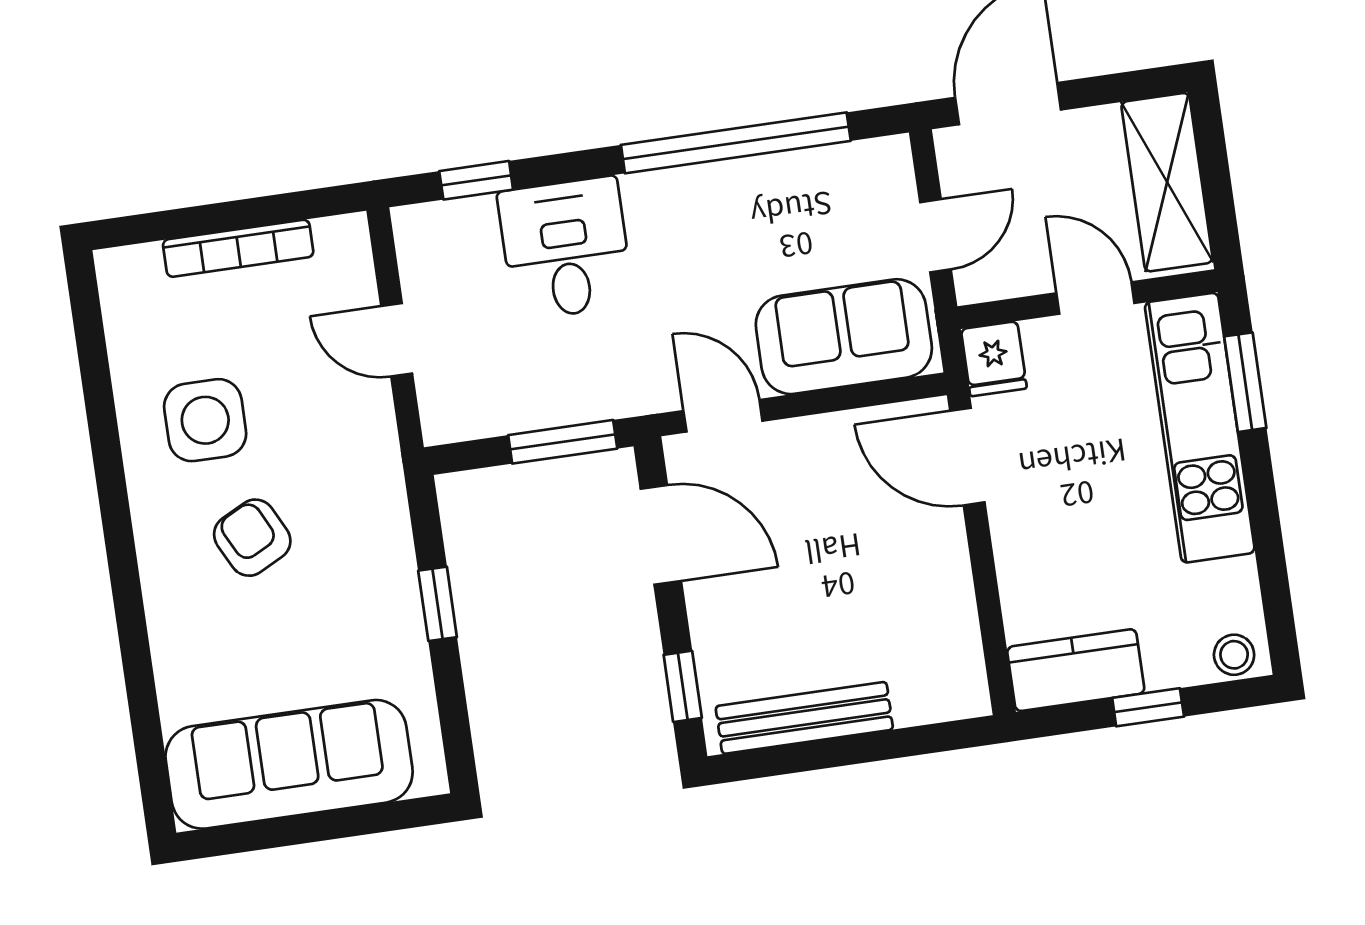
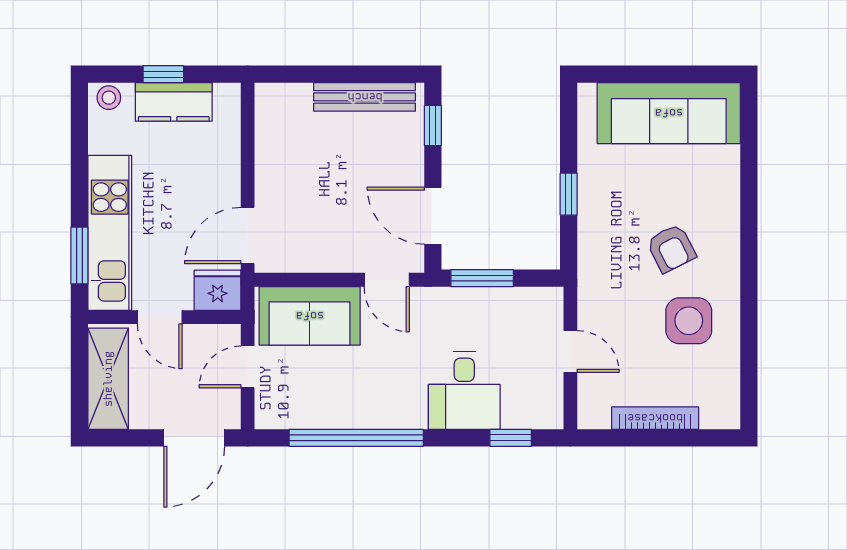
fridge: (994, 359) -> (218, 290), width x1.38
door: (967, 457) -> (248, 236), swing flipped
kitchen counter: (1076, 670) -> (174, 102), moved

